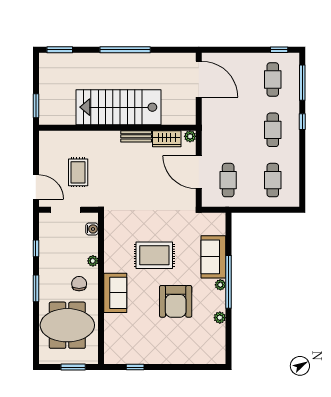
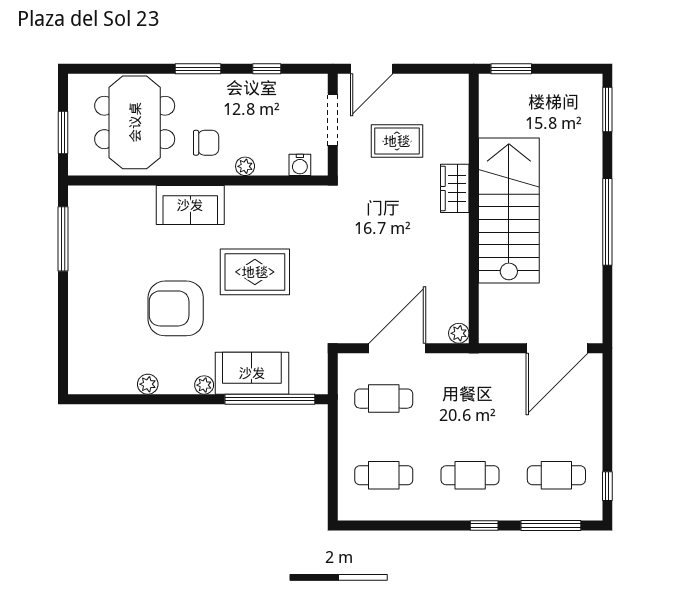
bench: (136, 136) -> (459, 241), removed
wardrobe: (167, 139) -> (455, 188), moved
rug: (154, 255) -> (255, 272), turned 90
window: (229, 282) -> (270, 399), moved
window: (135, 367) -> (63, 239), width x2.17

